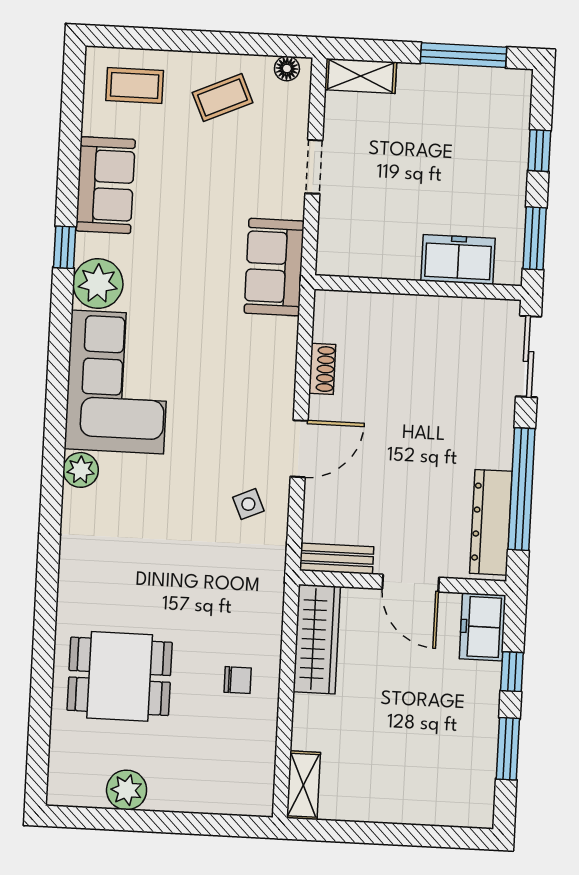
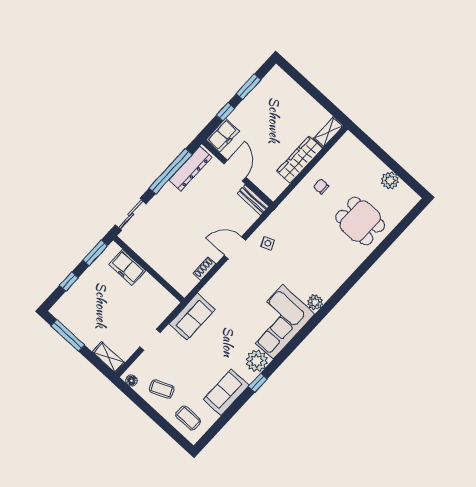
wardrobe: (317, 639) -> (299, 160), moved

